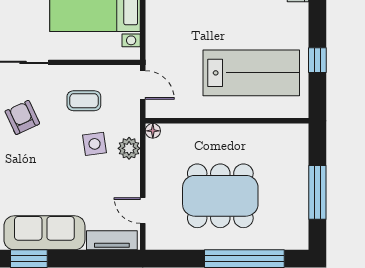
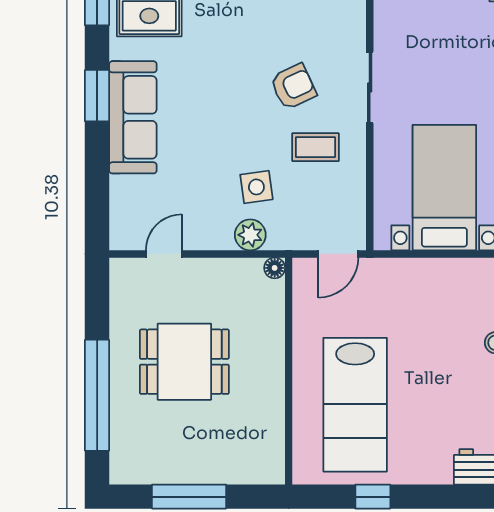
coffee table: (84, 101) -> (315, 147), moved, turned 90
dining table: (220, 196) -> (184, 362), width x0.73
tv unit: (112, 240) -> (122, 211), removed

